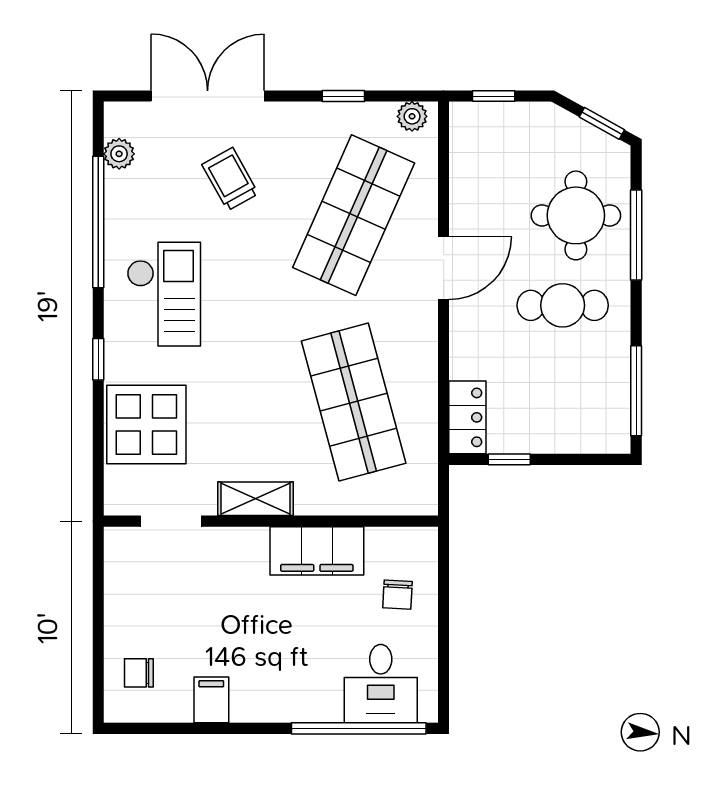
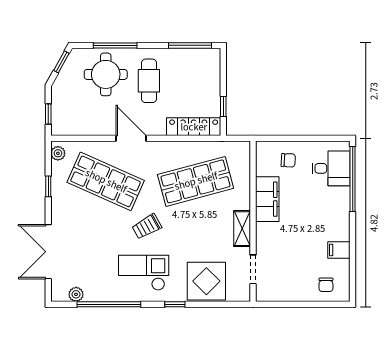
trolley: (230, 179) -> (147, 226), moved
locker: (467, 417) -> (194, 127), width x1.53

